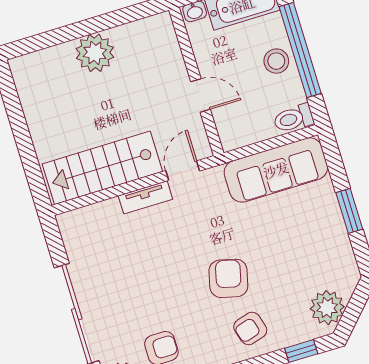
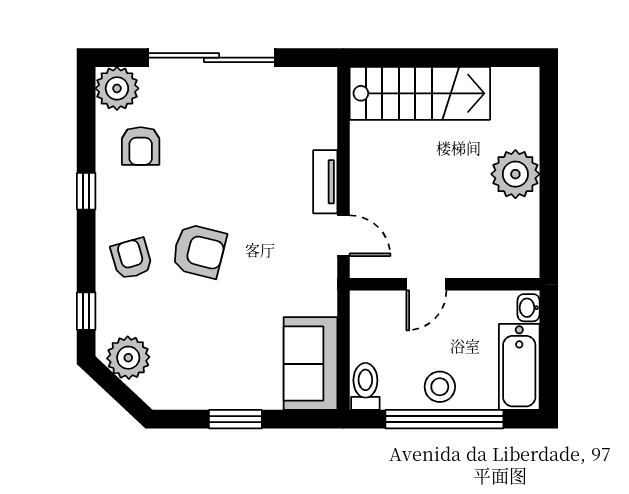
stairs: (102, 168) -> (420, 93), moved, turned 90
sofa: (276, 170) -> (311, 364), width x0.73

